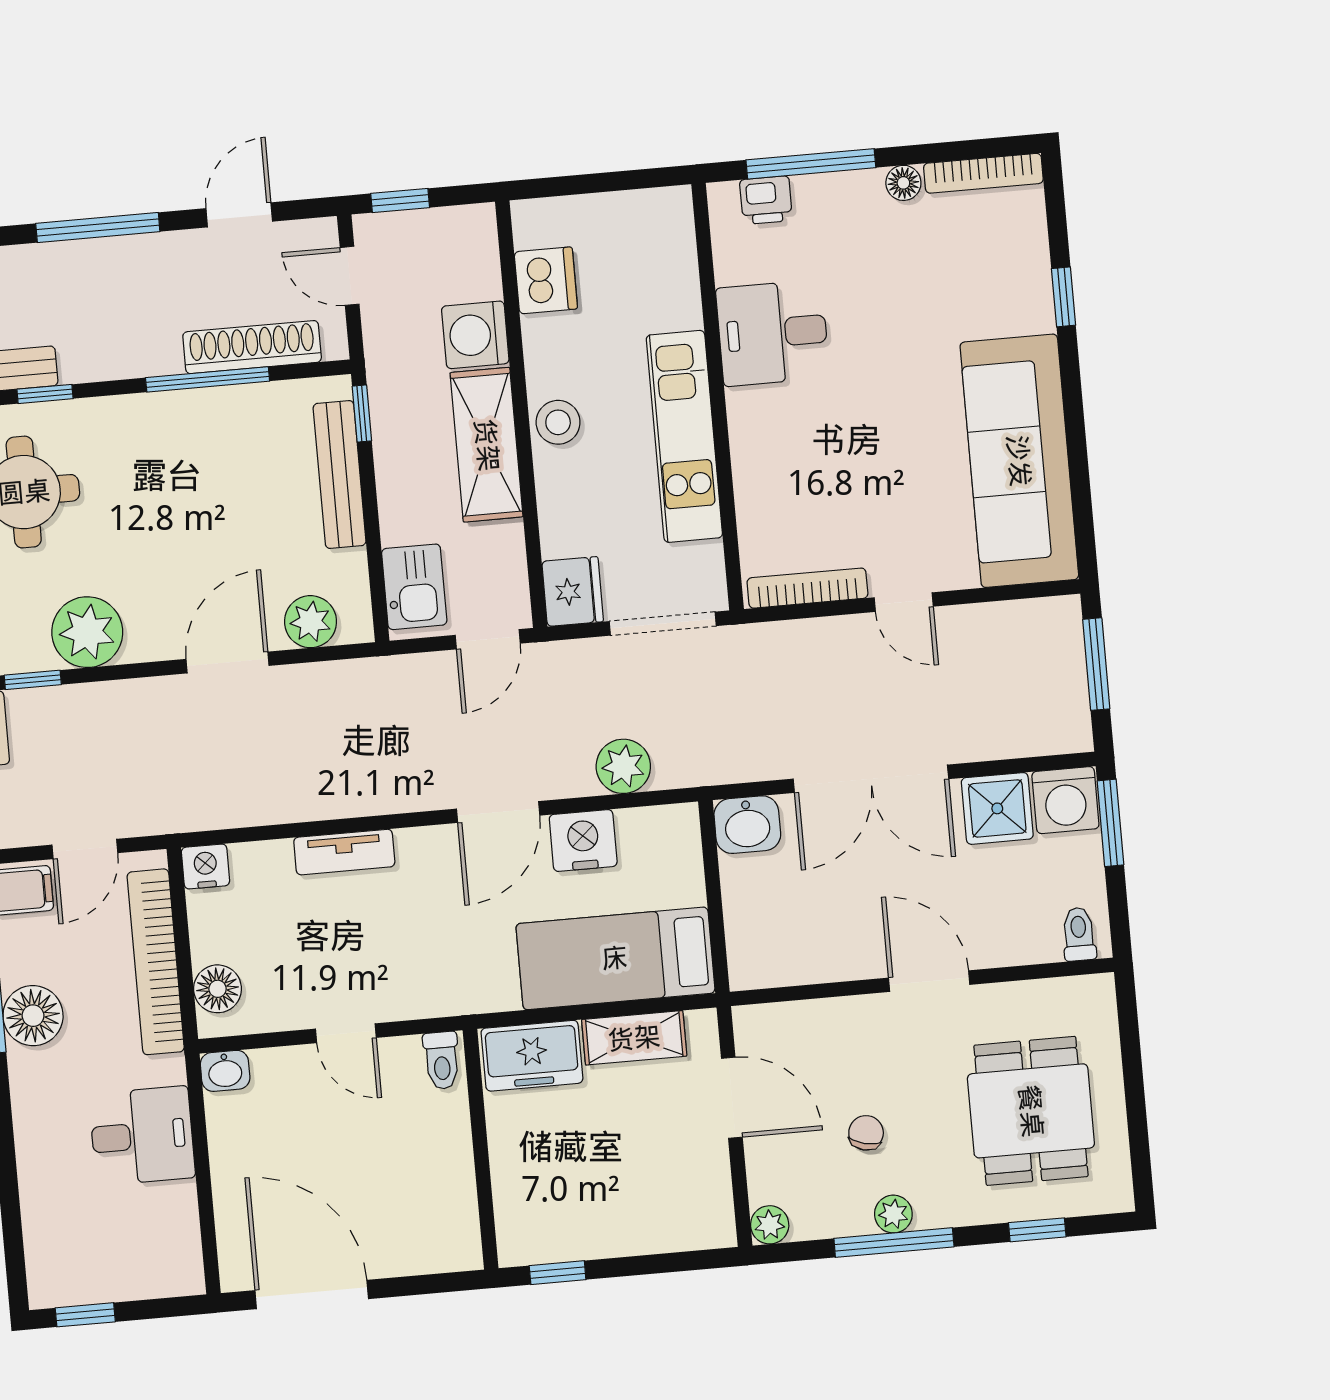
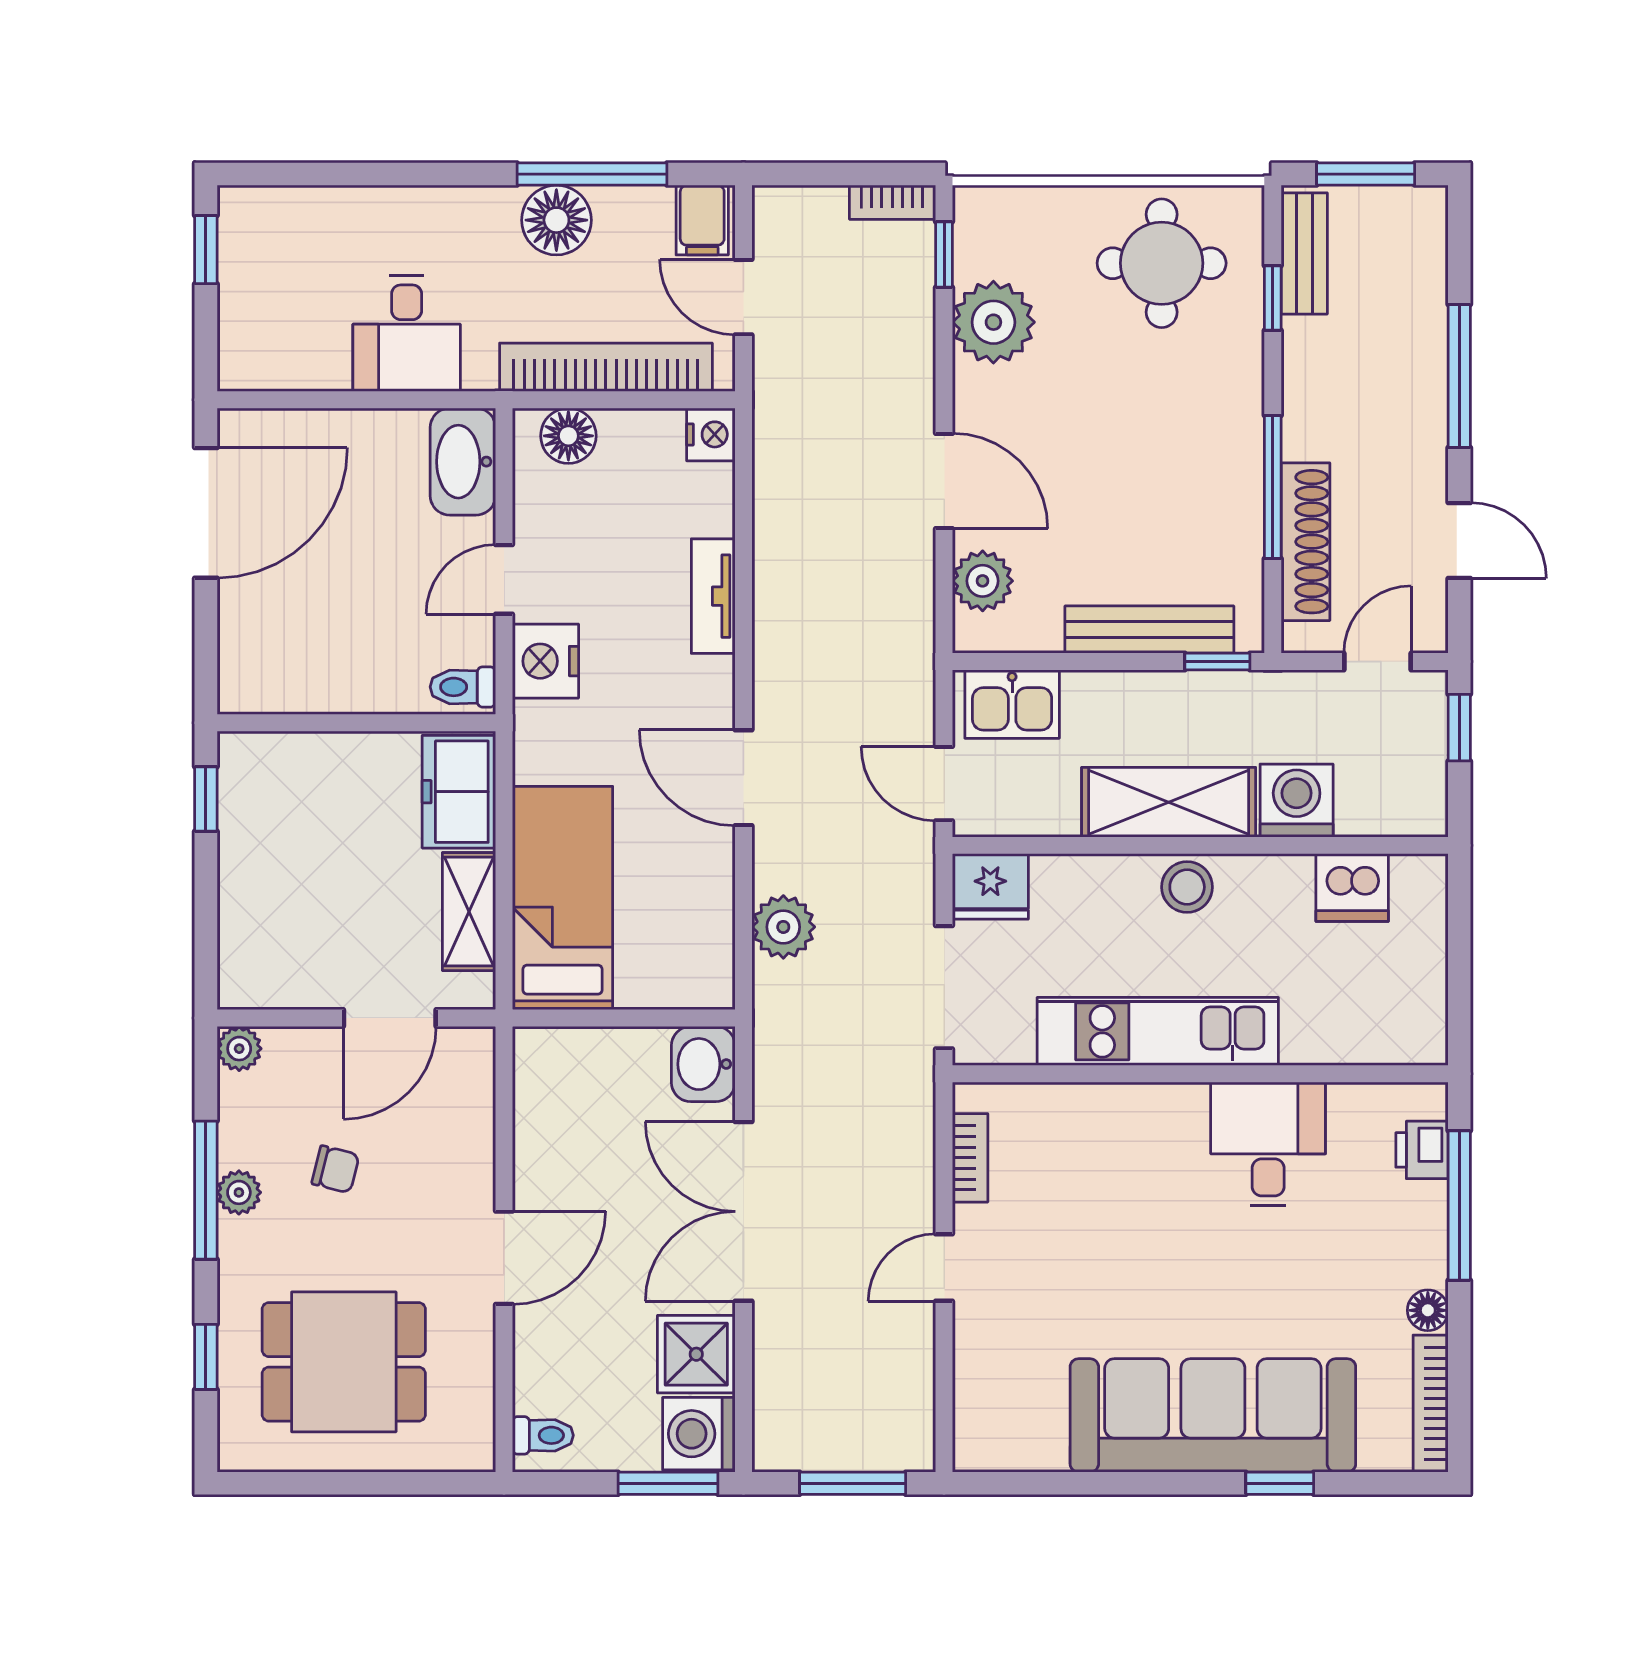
sofa: (1019, 461) -> (1213, 1415), moved
bookcase: (807, 588) -> (970, 1158), width x0.64
nightstand: (583, 840) -> (545, 661), moved, turned 180
washbasin: (225, 1071) -> (463, 462), width x1.91, depth x1.45

